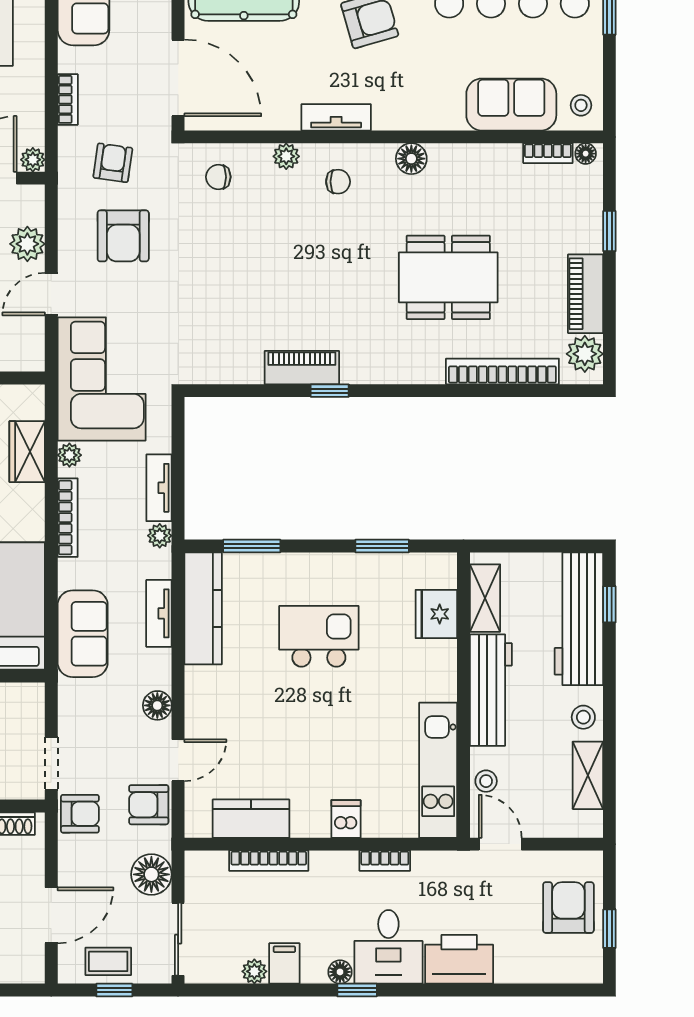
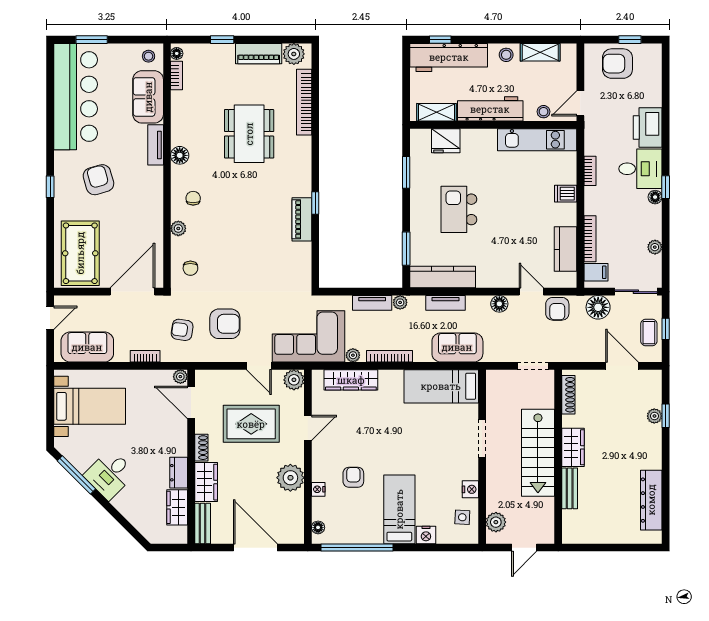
tv unit: (336, 117) -> (156, 145), moved
plant: (27, 244) -> (294, 380), moved
wardrobe: (27, 452) -> (351, 380), width x1.50
armchair: (80, 814) -> (563, 349), removed
filing cabinet: (284, 963) -> (596, 272), moved, turned 180

